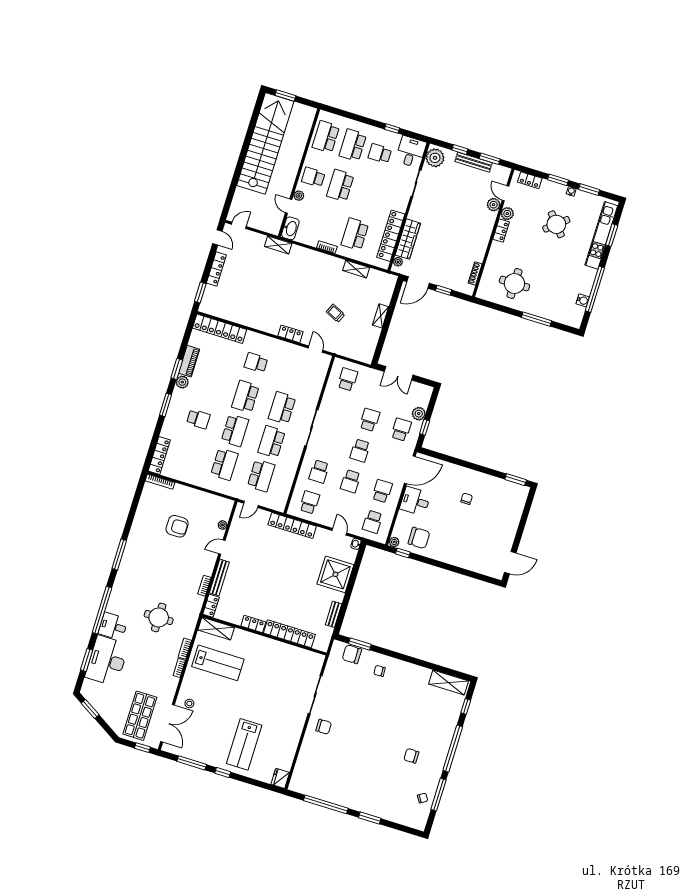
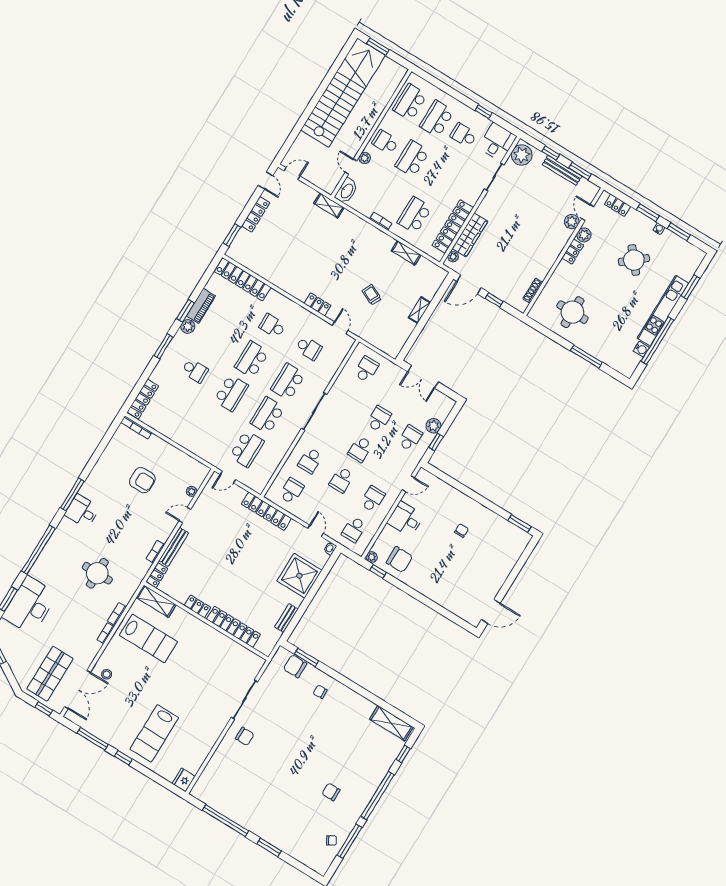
kitchen unit: (601, 235) -> (663, 311), moved
school desk: (224, 464) -> (309, 348), moved, width x0.54
door: (410, 470) -> (408, 484), width x0.53
desk: (113, 626) -> (82, 511), moved

